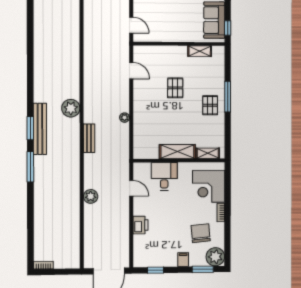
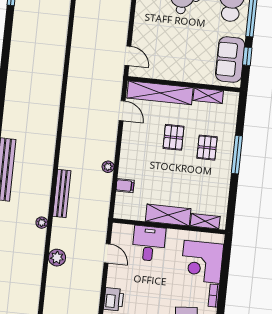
window: (228, 28) -> (247, 56), moved
shelving: (160, 53) -> (160, 93), added
pallet: (210, 105) -> (207, 148), moved
plant: (71, 108) -> (42, 223), moved, width x0.53, depth x0.53
filing cabinet: (140, 131) -> (125, 186), added
bench: (89, 138) -> (62, 194), width x1.36

